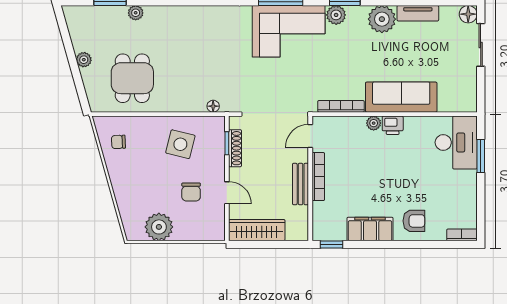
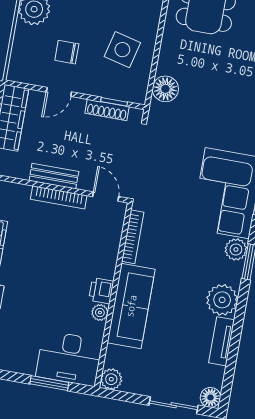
plant: (468, 103) -> (111, 379), added
floor lamp: (213, 106) -> (165, 89), width x1.89, depth x1.89
plant: (374, 123) -> (100, 313), moved

